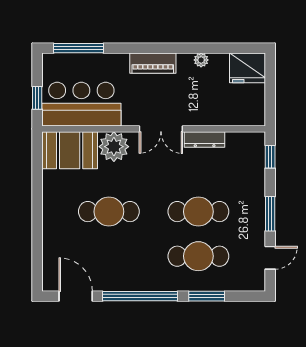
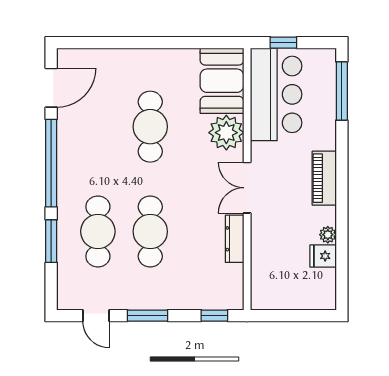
fridge: (248, 68) -> (323, 256), moved, width x0.53, depth x0.75

